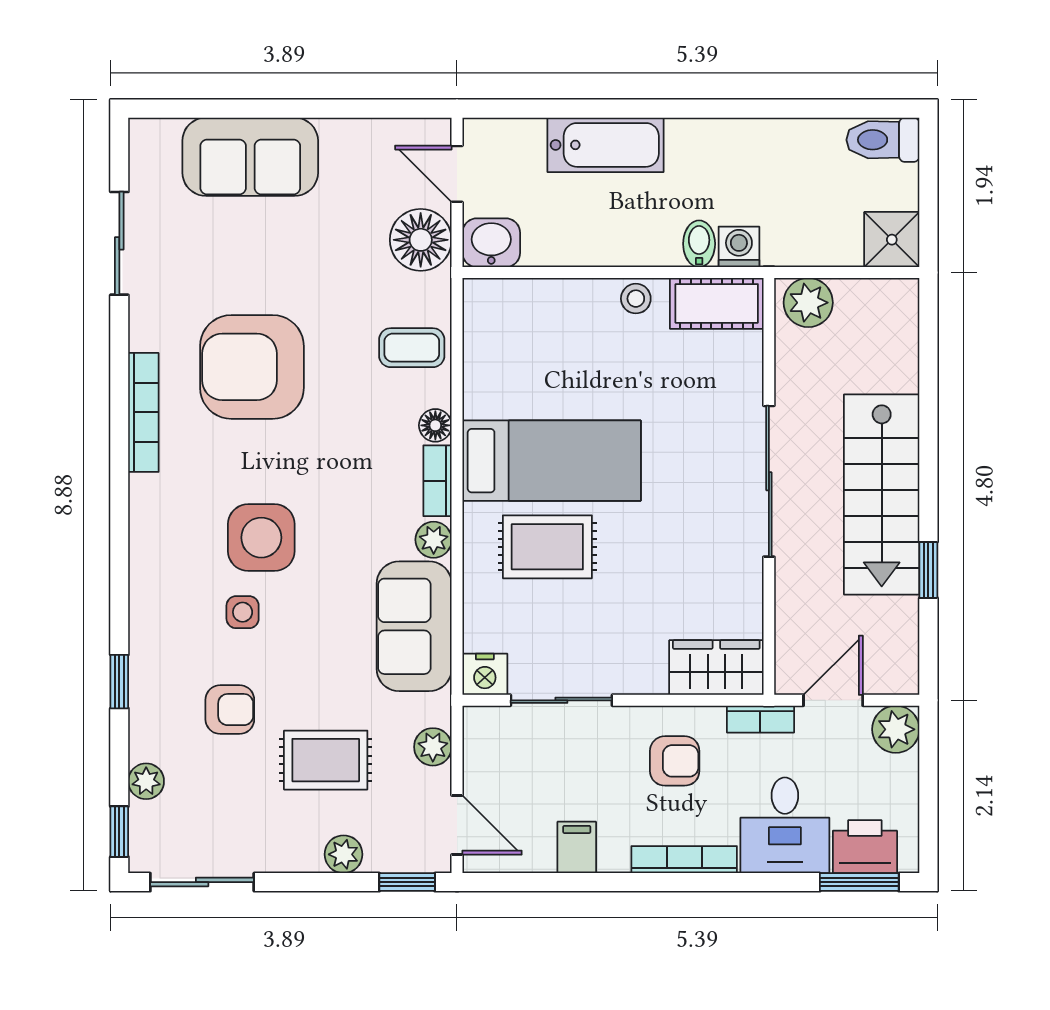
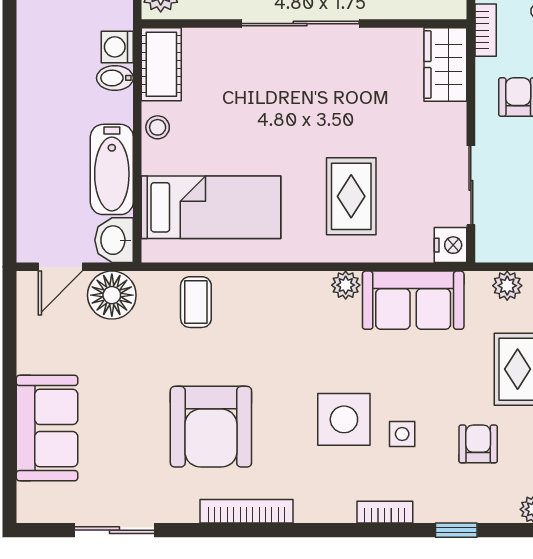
bathtub: (606, 145) -> (112, 169), moved, turned 180
floor lamp: (435, 425) -> (256, 284), removed
bed: (552, 461) -> (211, 207), moved, turned 90
bookcase: (437, 481) -> (385, 512), moved, turned 180

